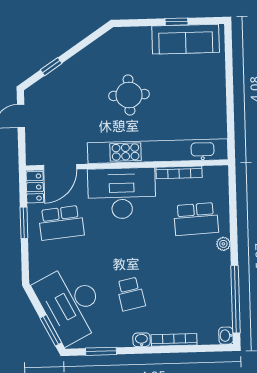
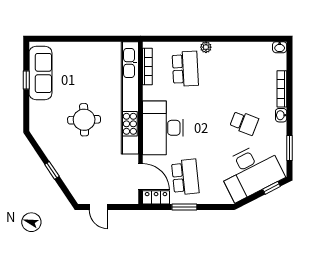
window: (51, 67) -> (52, 170), moved
bookcase: (179, 172) -> (147, 66), moved
school desk: (131, 294) -> (244, 123), turned 33
window: (235, 299) -> (251, 39), removed
window: (51, 330) -> (272, 188), width x0.67

